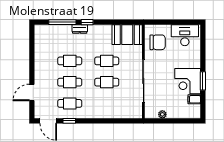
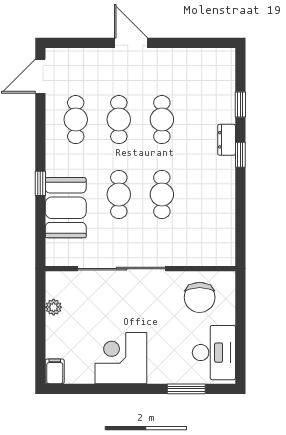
window: (62, 22) -> (240, 105), width x0.46
booth: (127, 35) -> (66, 208), moved
window: (203, 81) -> (186, 389), moved
door: (32, 92) -> (131, 43), moved
filing cabinet: (194, 99) -> (55, 371), moved
window: (69, 121) -> (40, 183), moved

